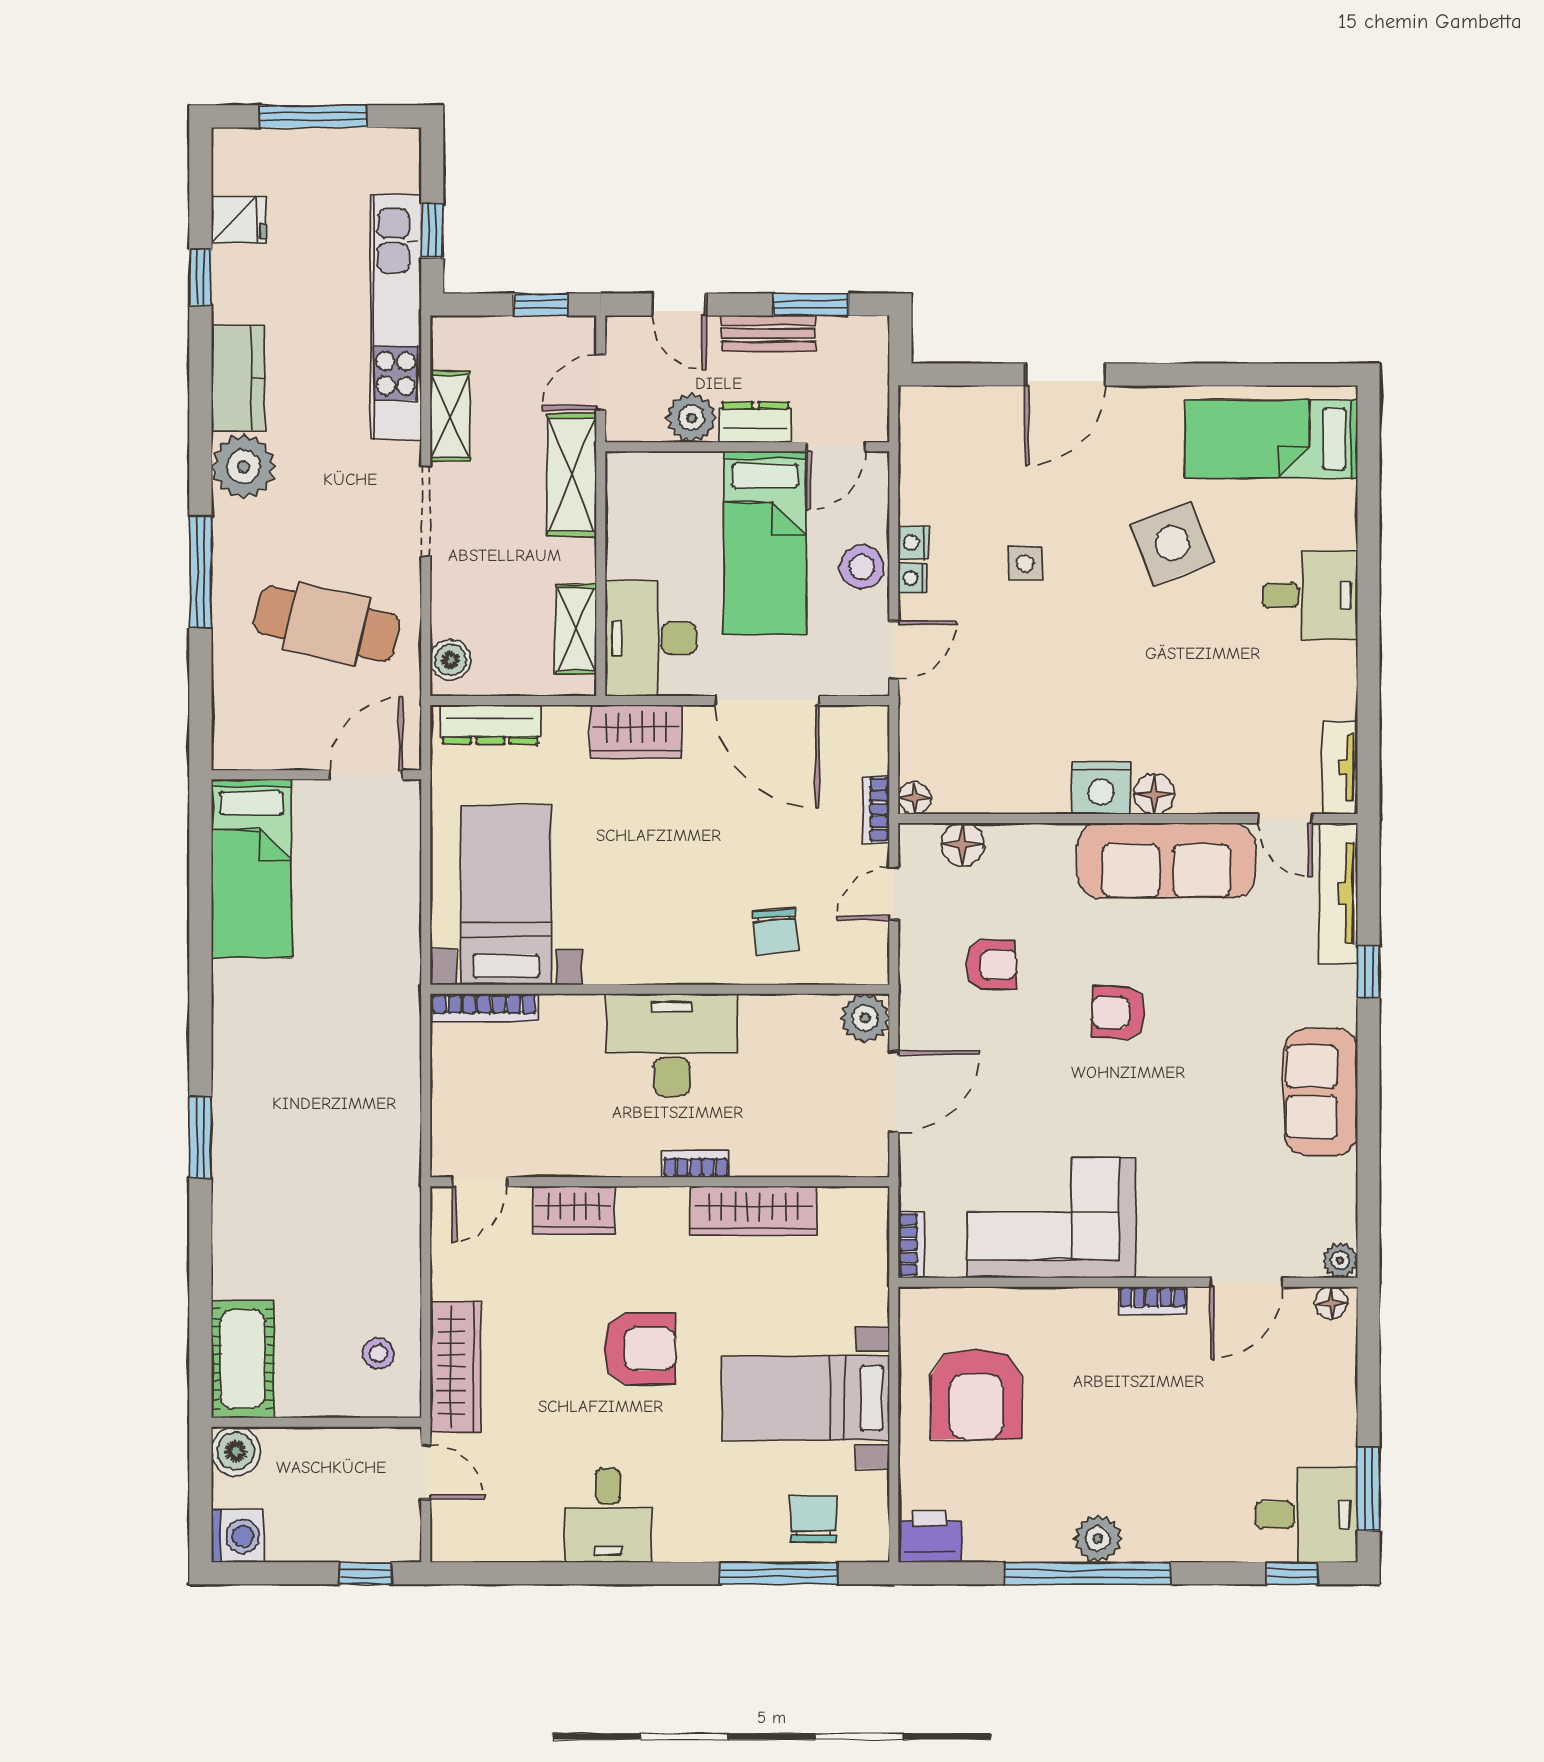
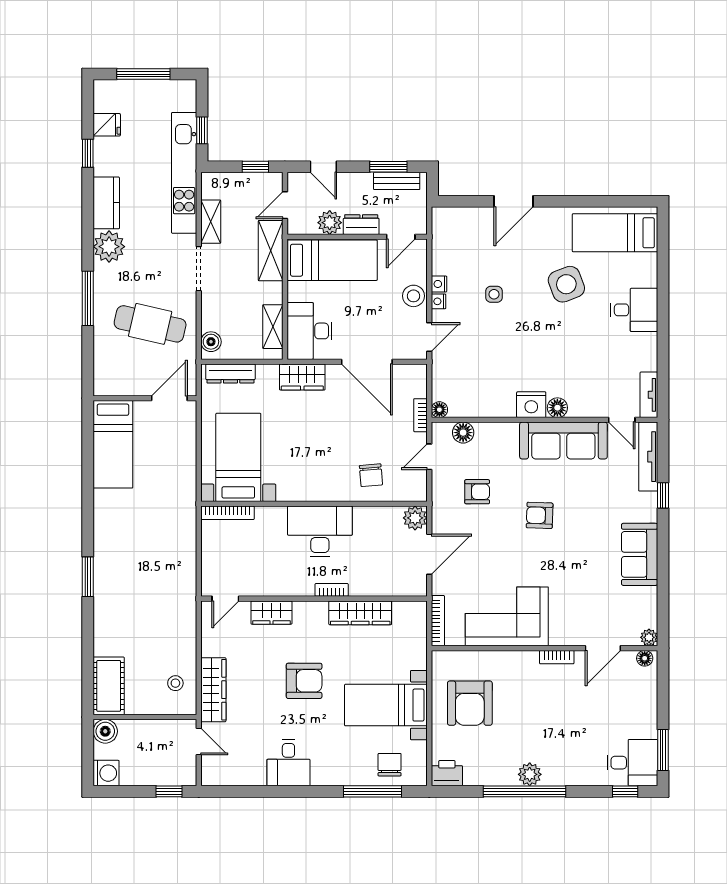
bench: (768, 333) -> (397, 181), moved
bed: (765, 543) -> (332, 260), moved, turned -90
bookcase: (911, 1245) -> (438, 621), width x1.56

